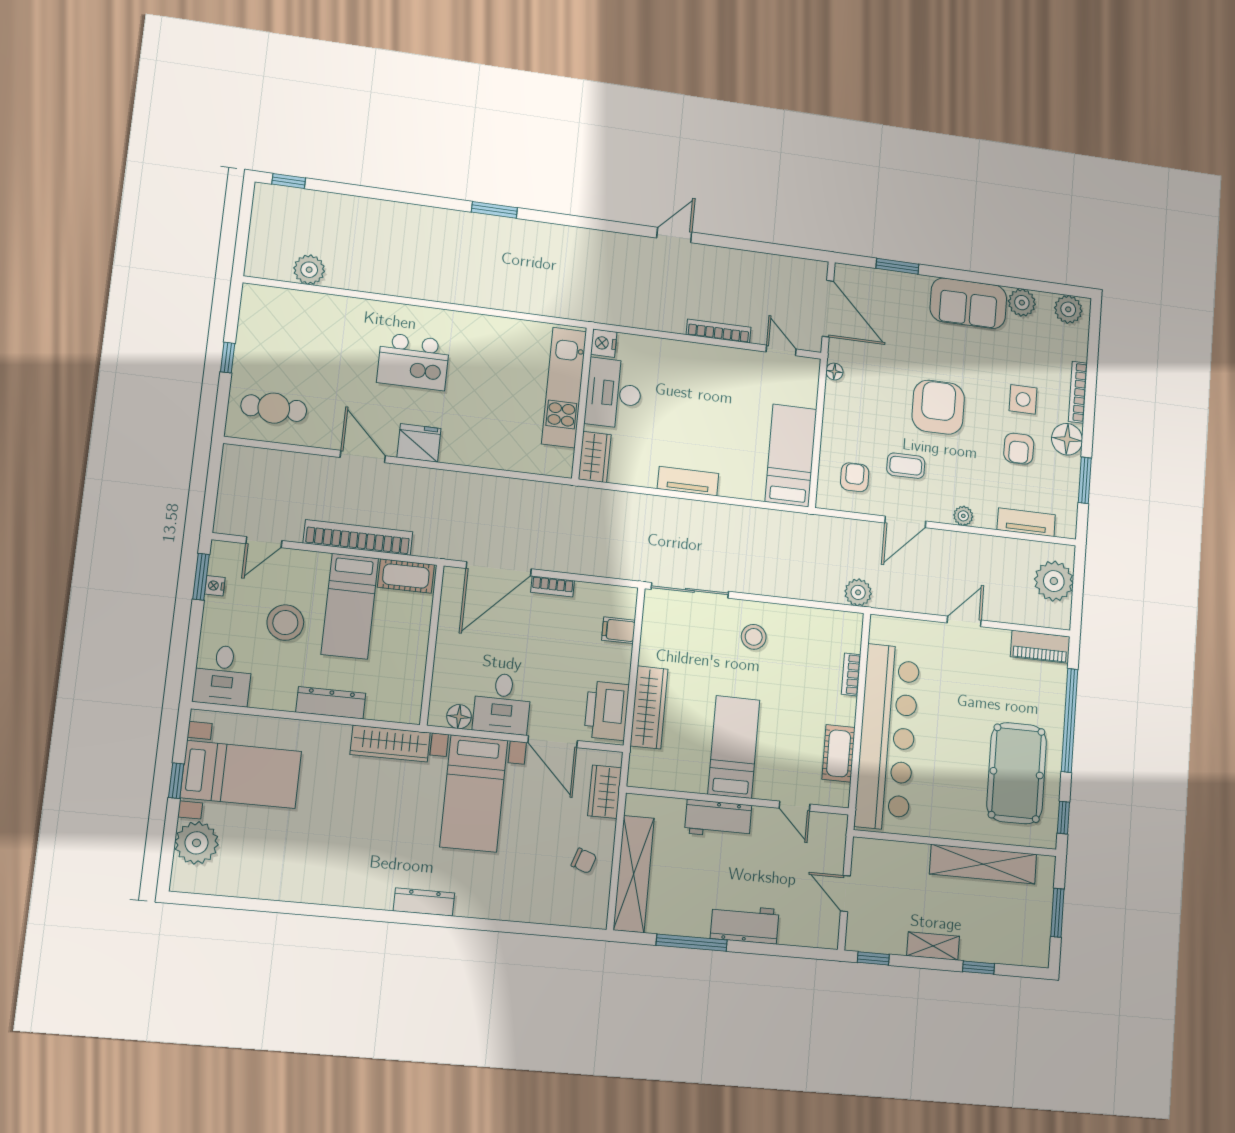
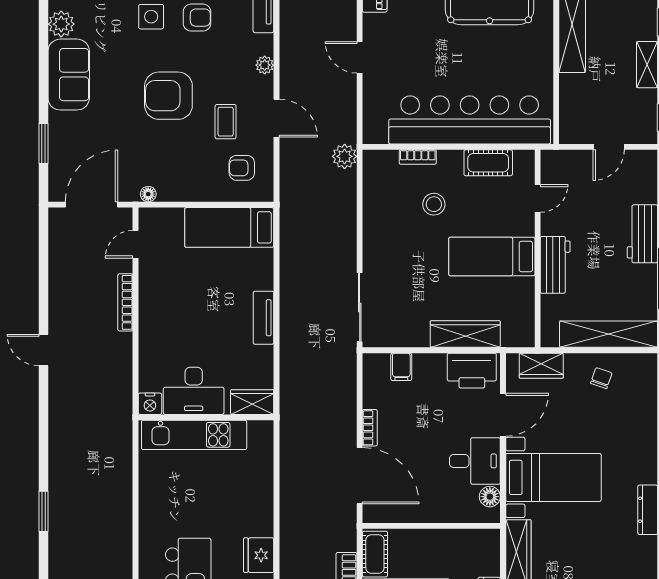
stool: (754, 637) -> (434, 204), moved

